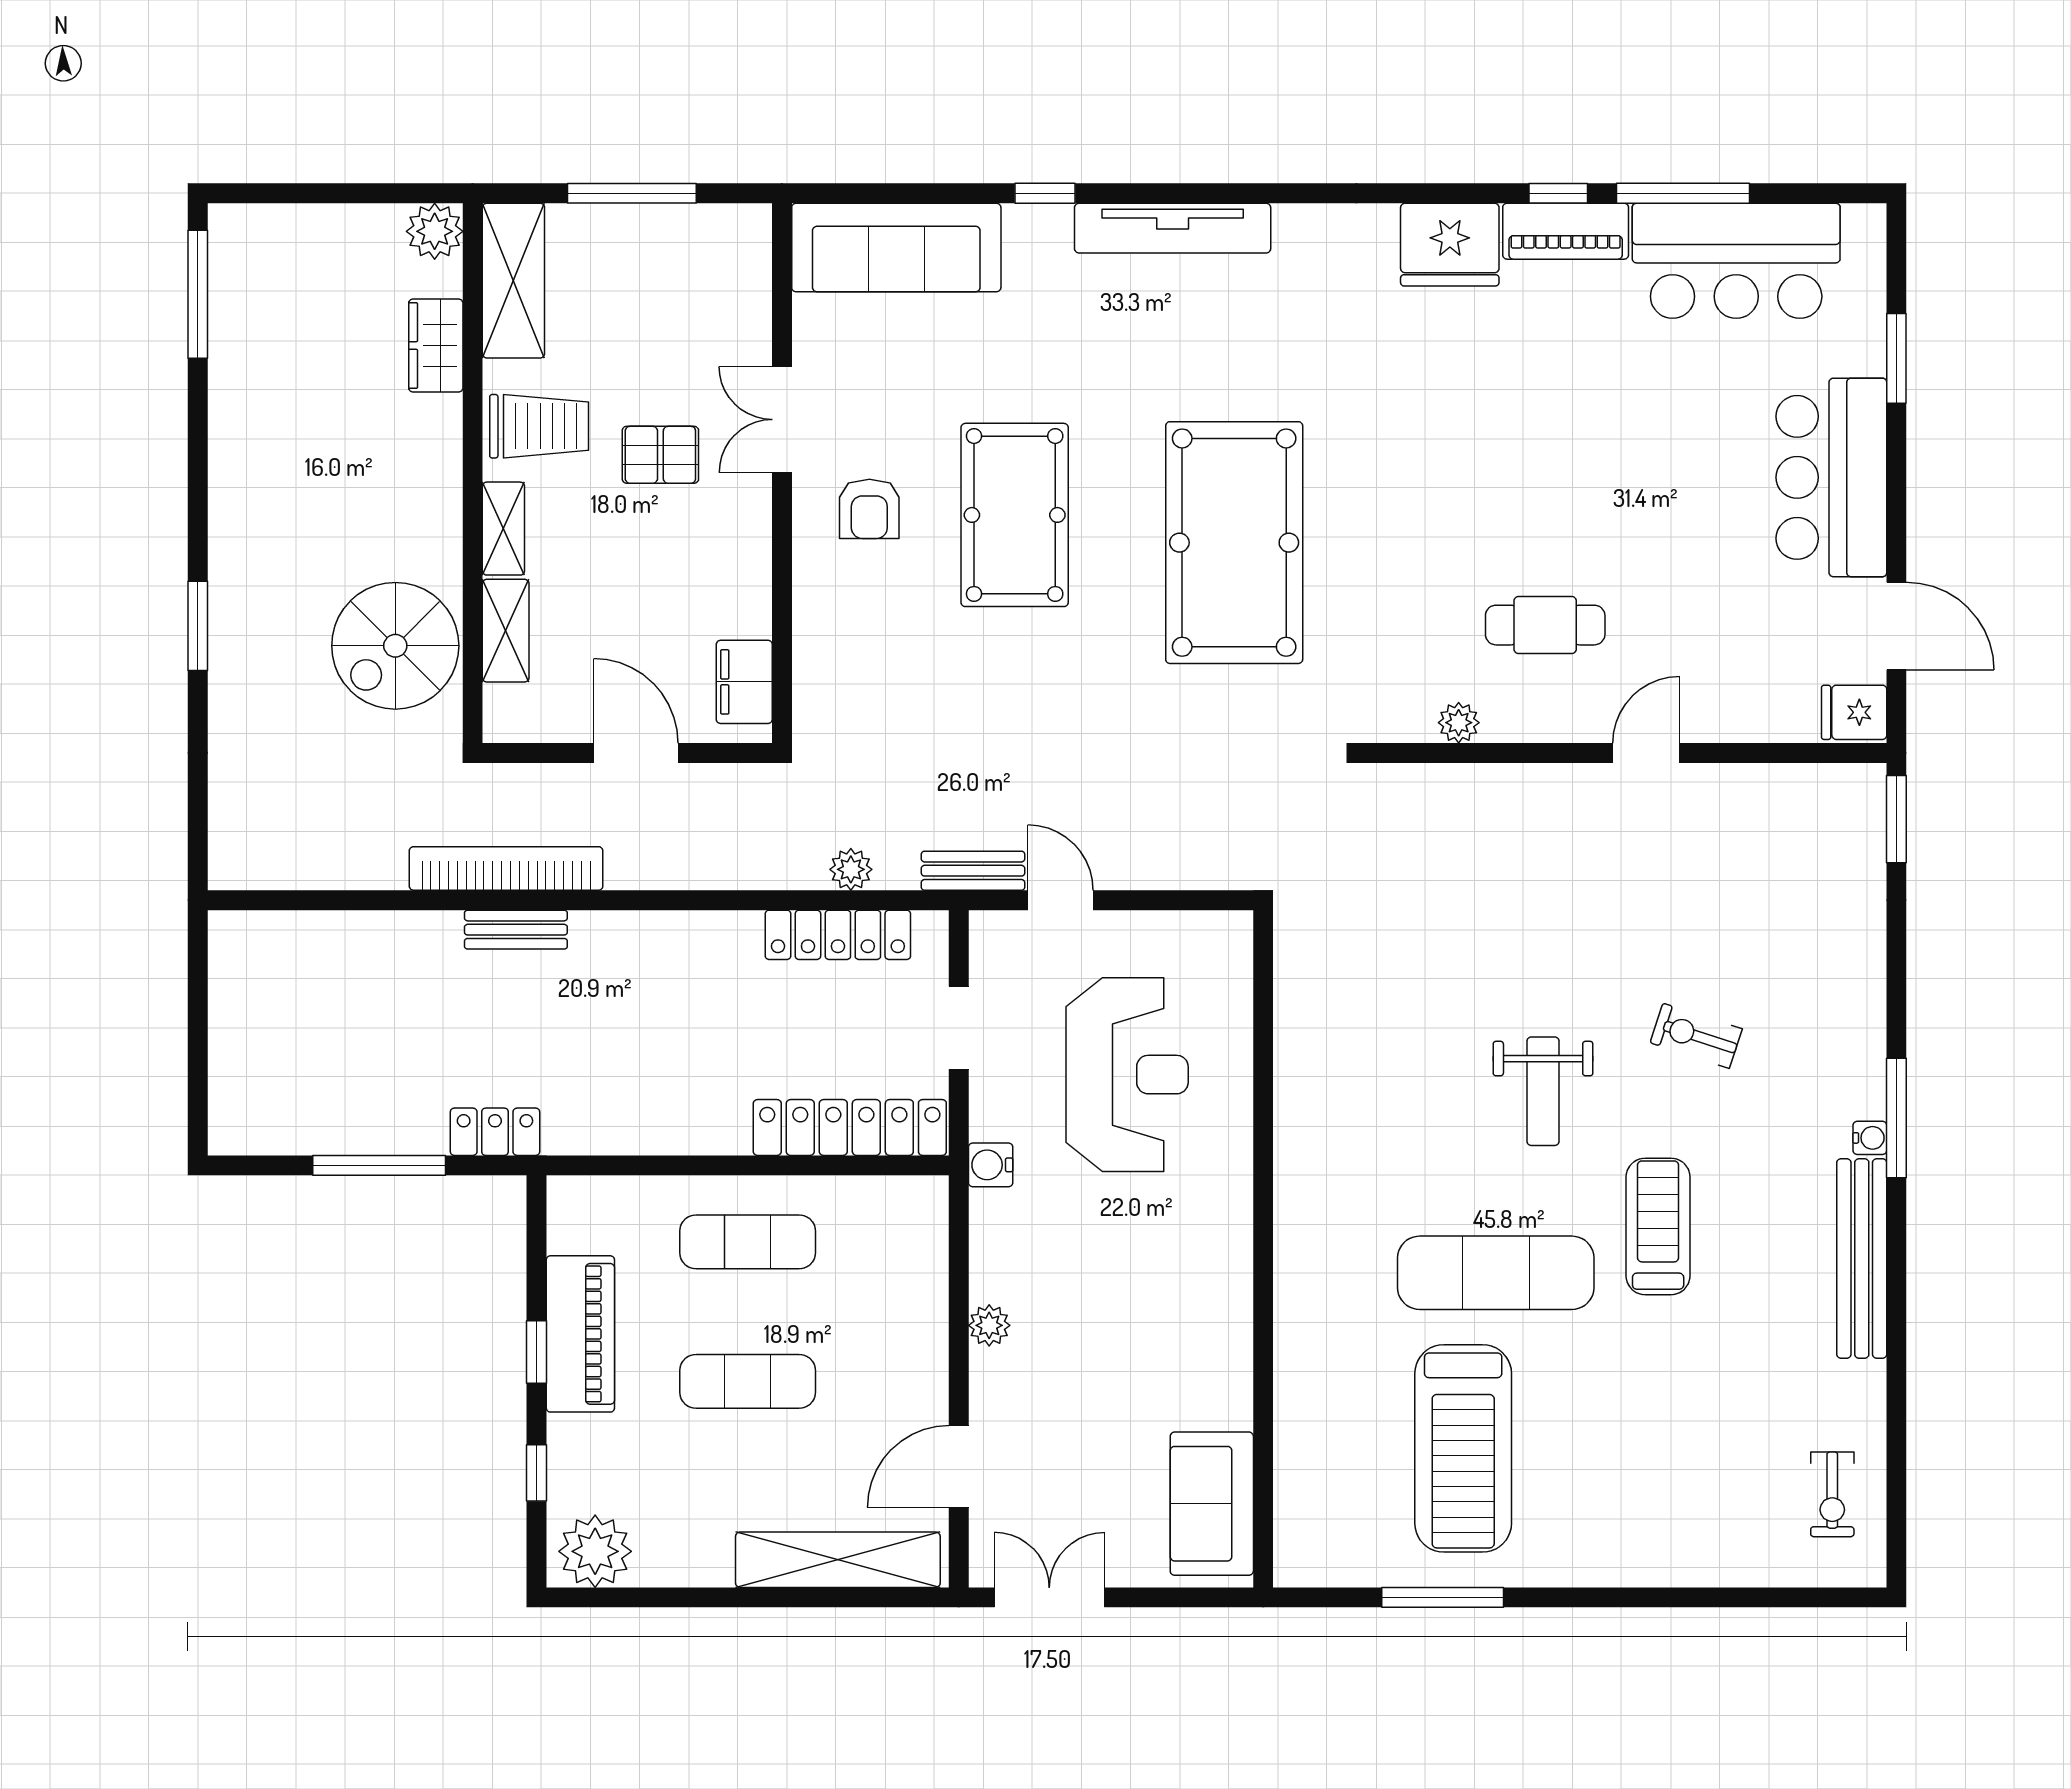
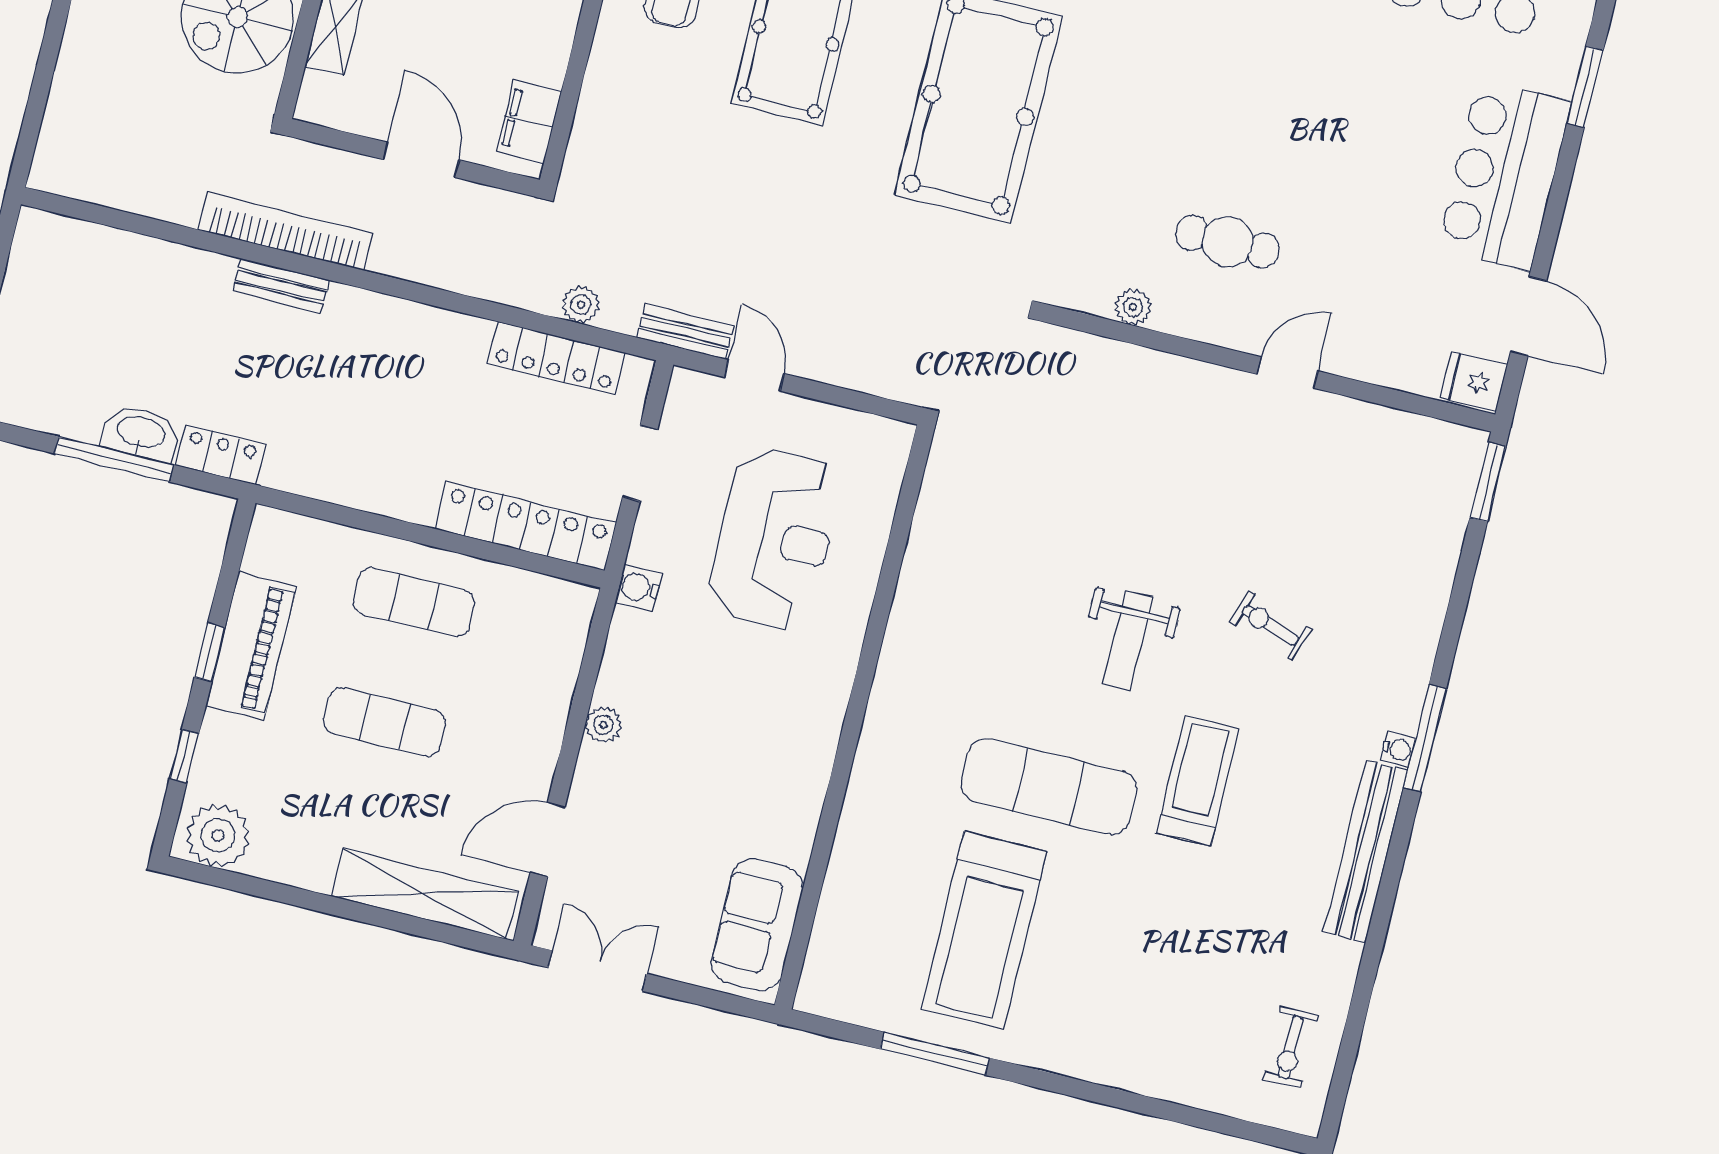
washbasin: (401, 1129) -> (141, 433), added

